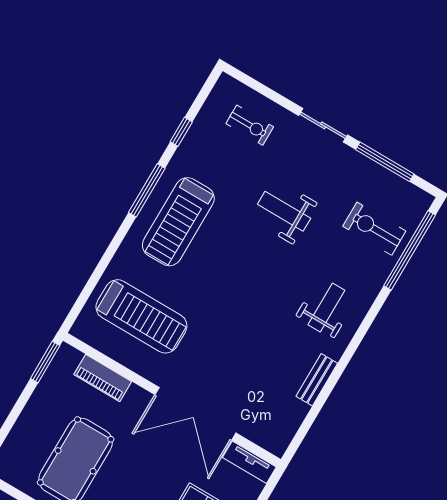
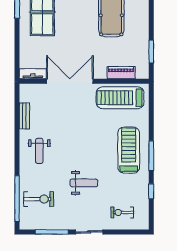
piano: (103, 378) -> (121, 73), moved
wall: (172, 400) -> (84, 81), moved
double door: (195, 414) -> (70, 81), moved
tv unit: (249, 462) -> (33, 74), moved

